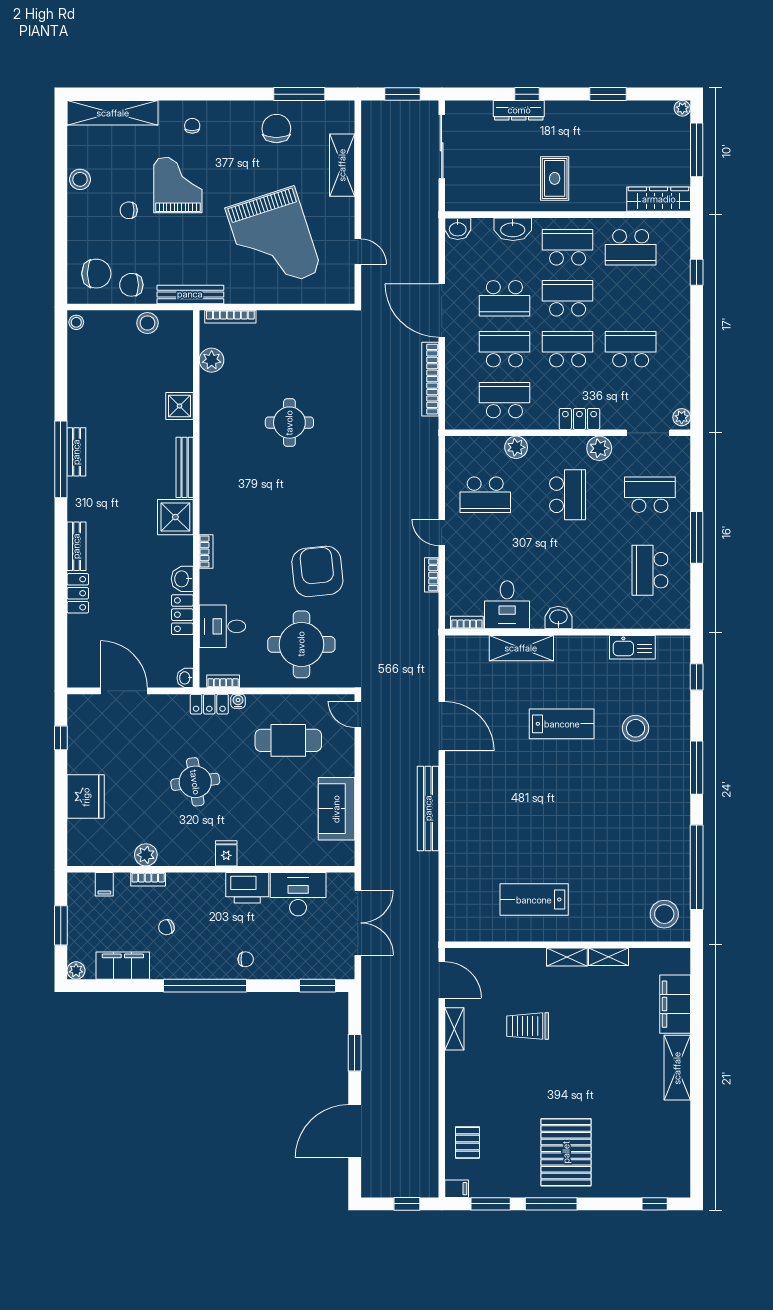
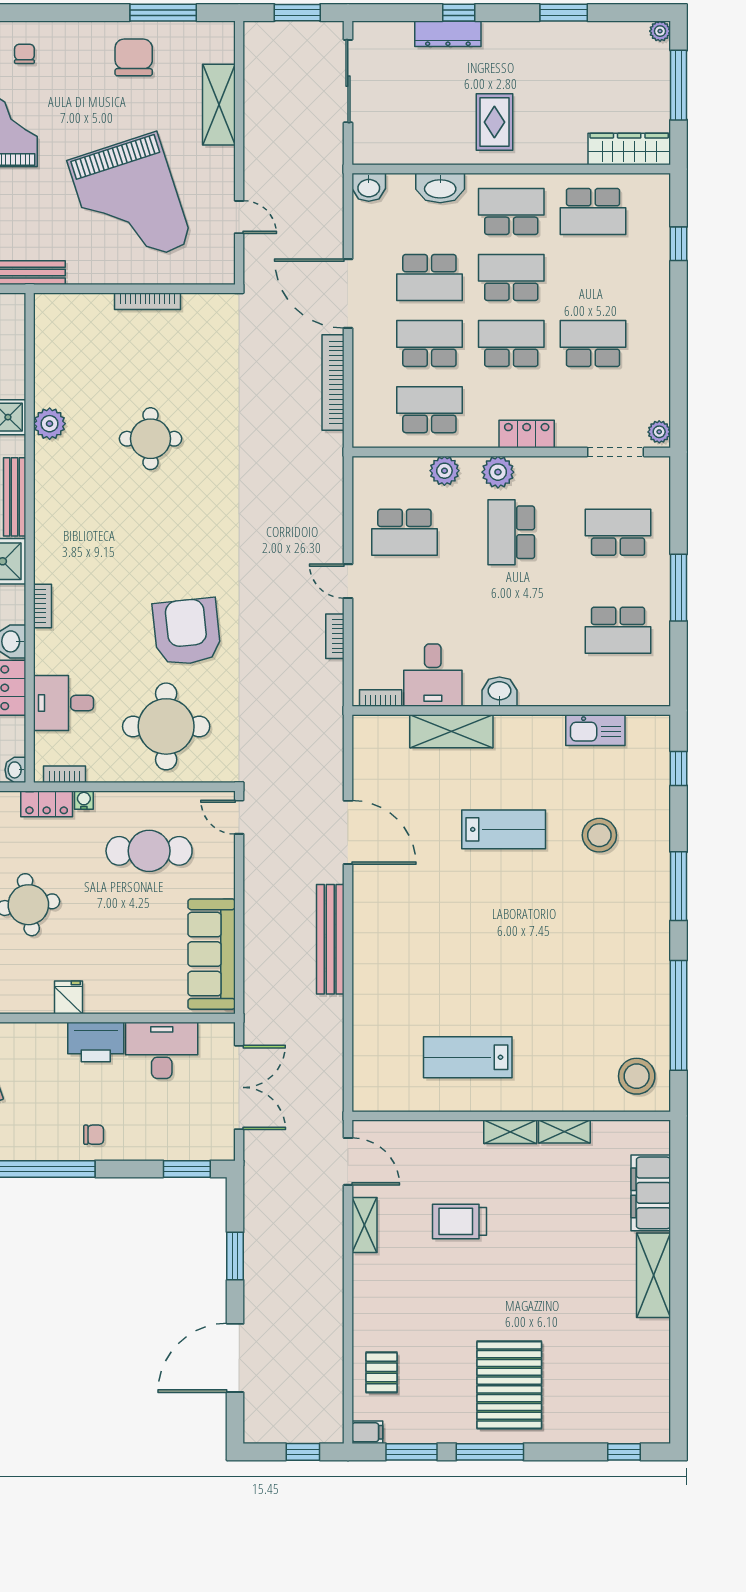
bookcase: (230, 317) -> (147, 301), moved
plant: (212, 360) -> (50, 424), moved
plant: (599, 448) -> (498, 472), moved
school desk: (568, 495) -> (511, 532), turned 180
school desk: (650, 570) -> (618, 630), turned -90
sofa: (336, 809) -> (212, 954), width x1.36

